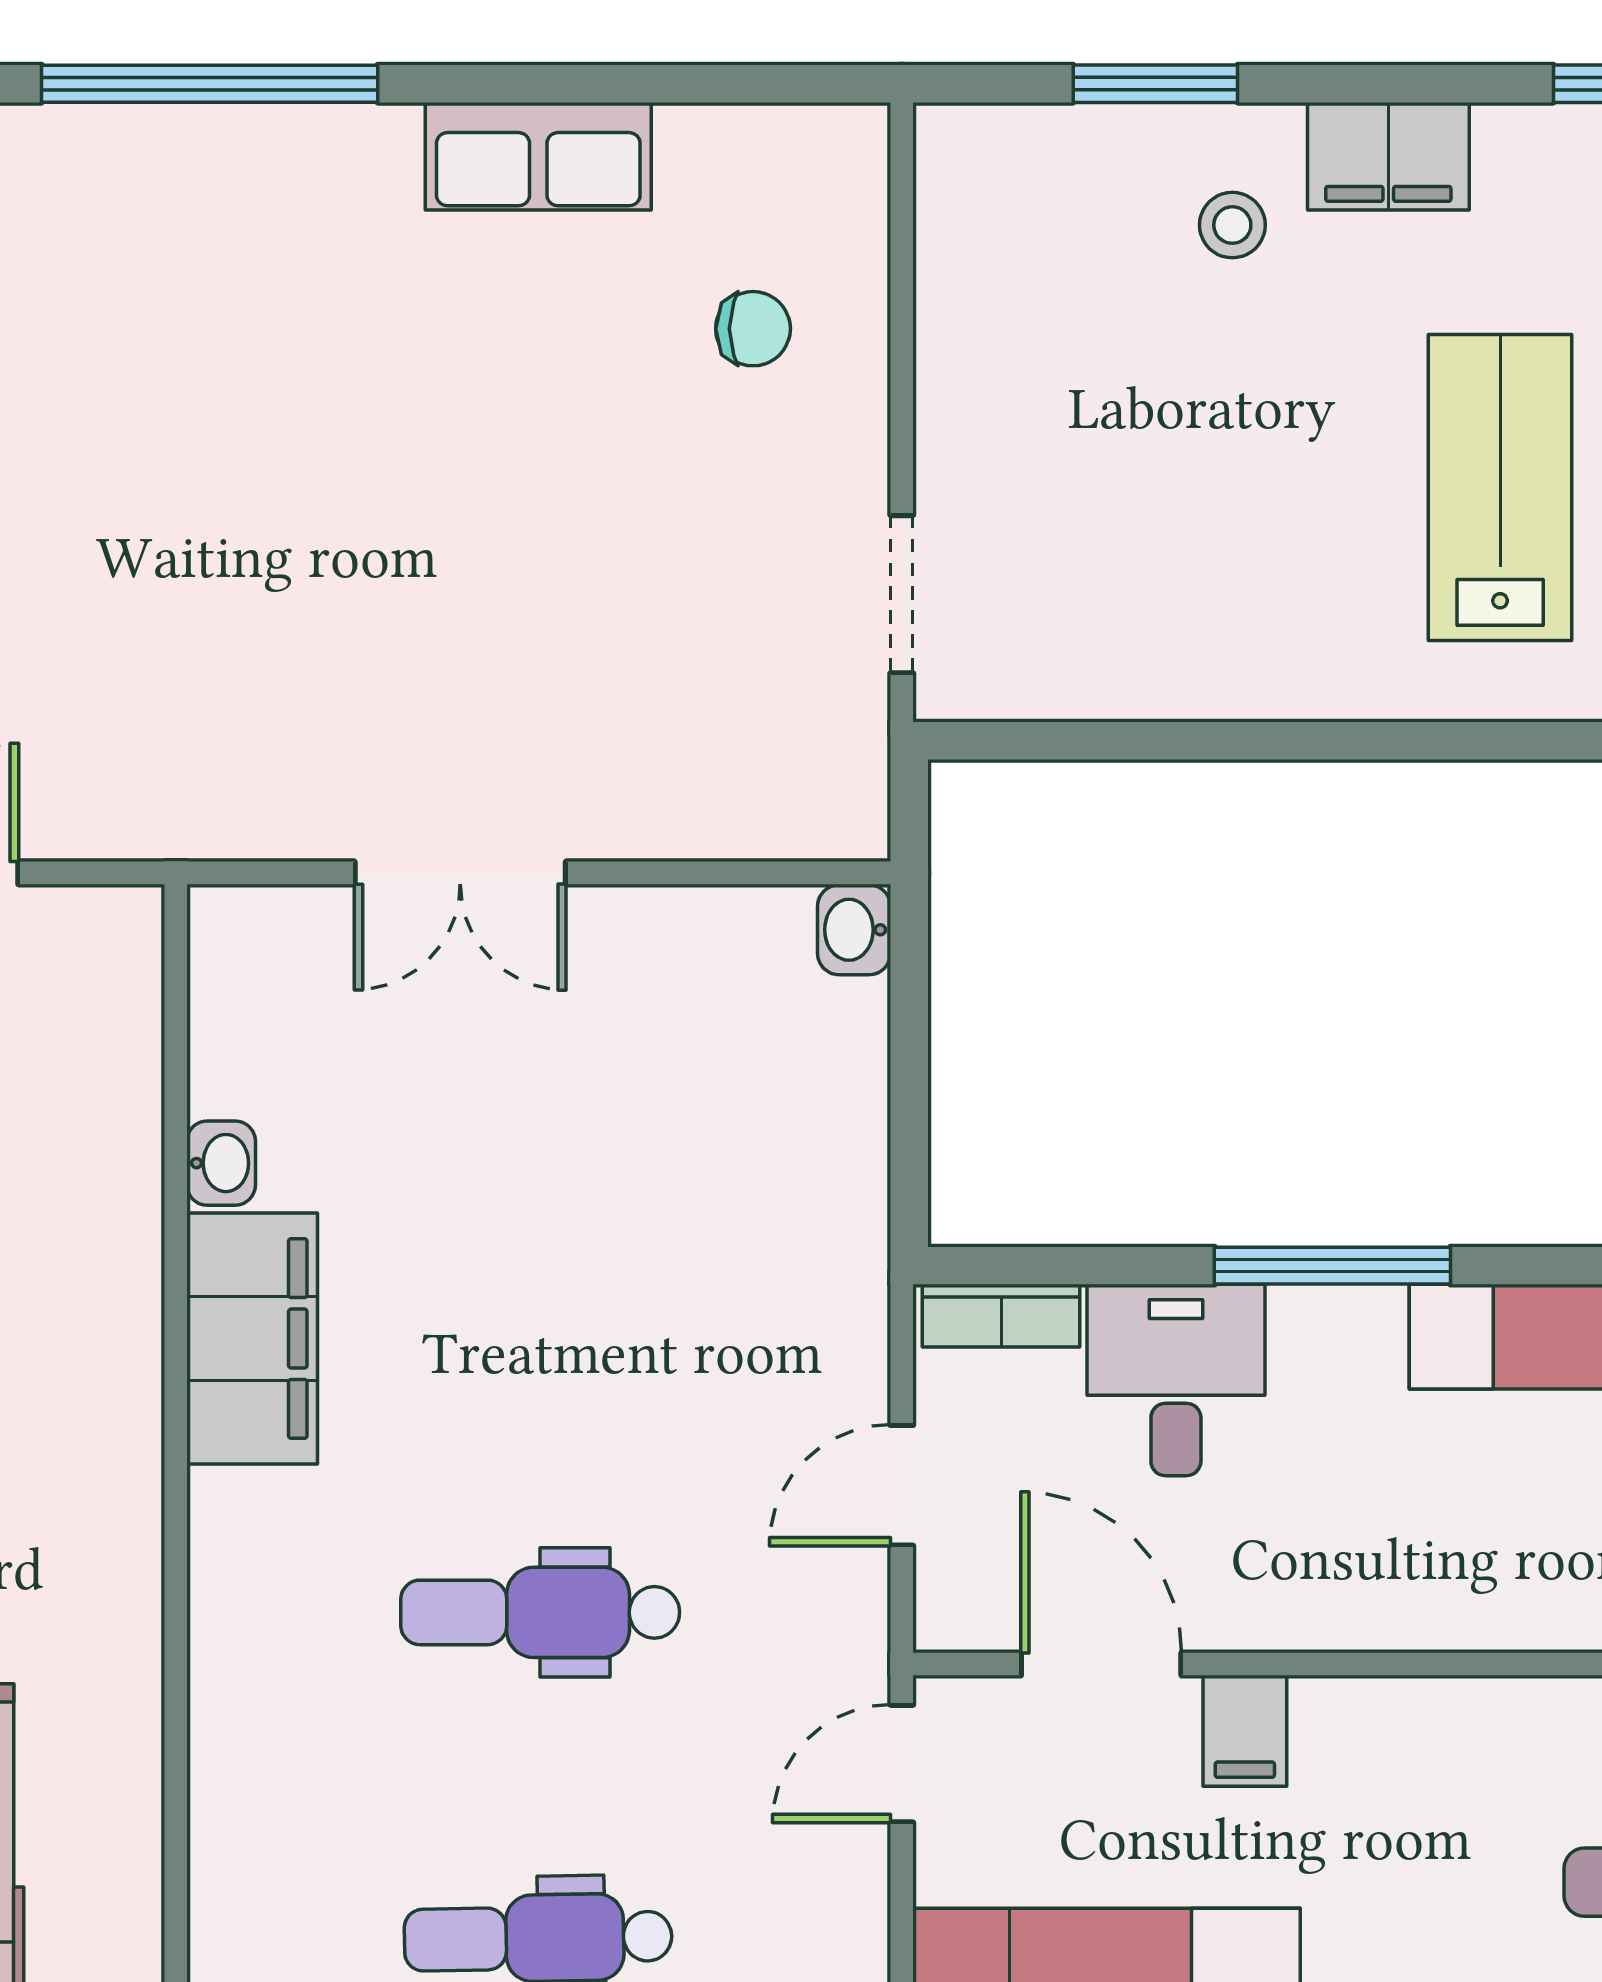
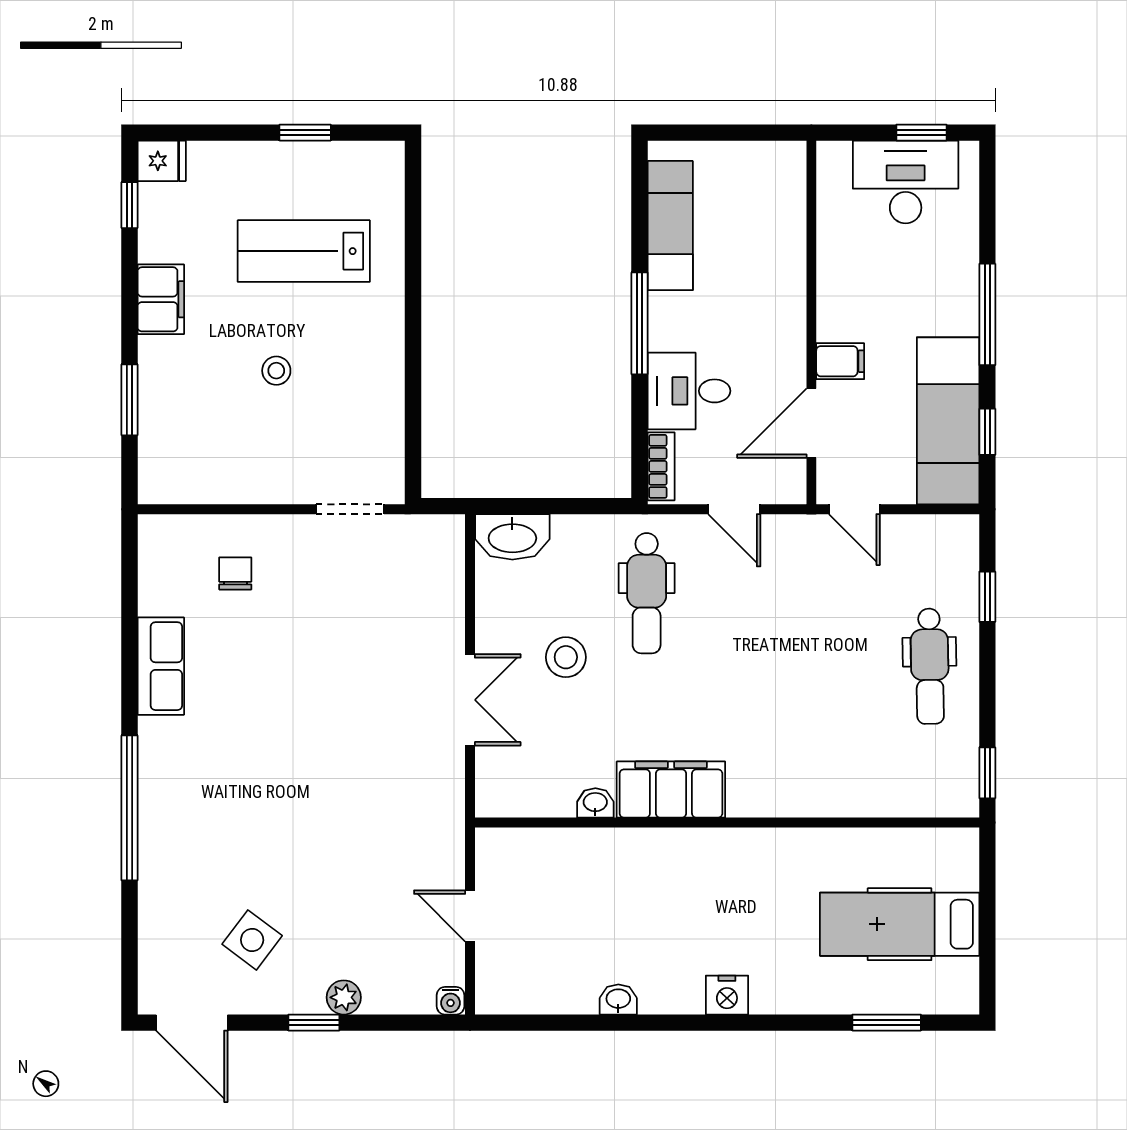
stool: (1232, 225) -> (276, 371), moved
washbasin: (854, 930) -> (512, 537), width x1.91, depth x1.45
stool: (559, 1095) -> (566, 657), added
dental chair: (540, 1612) -> (647, 593), moved

